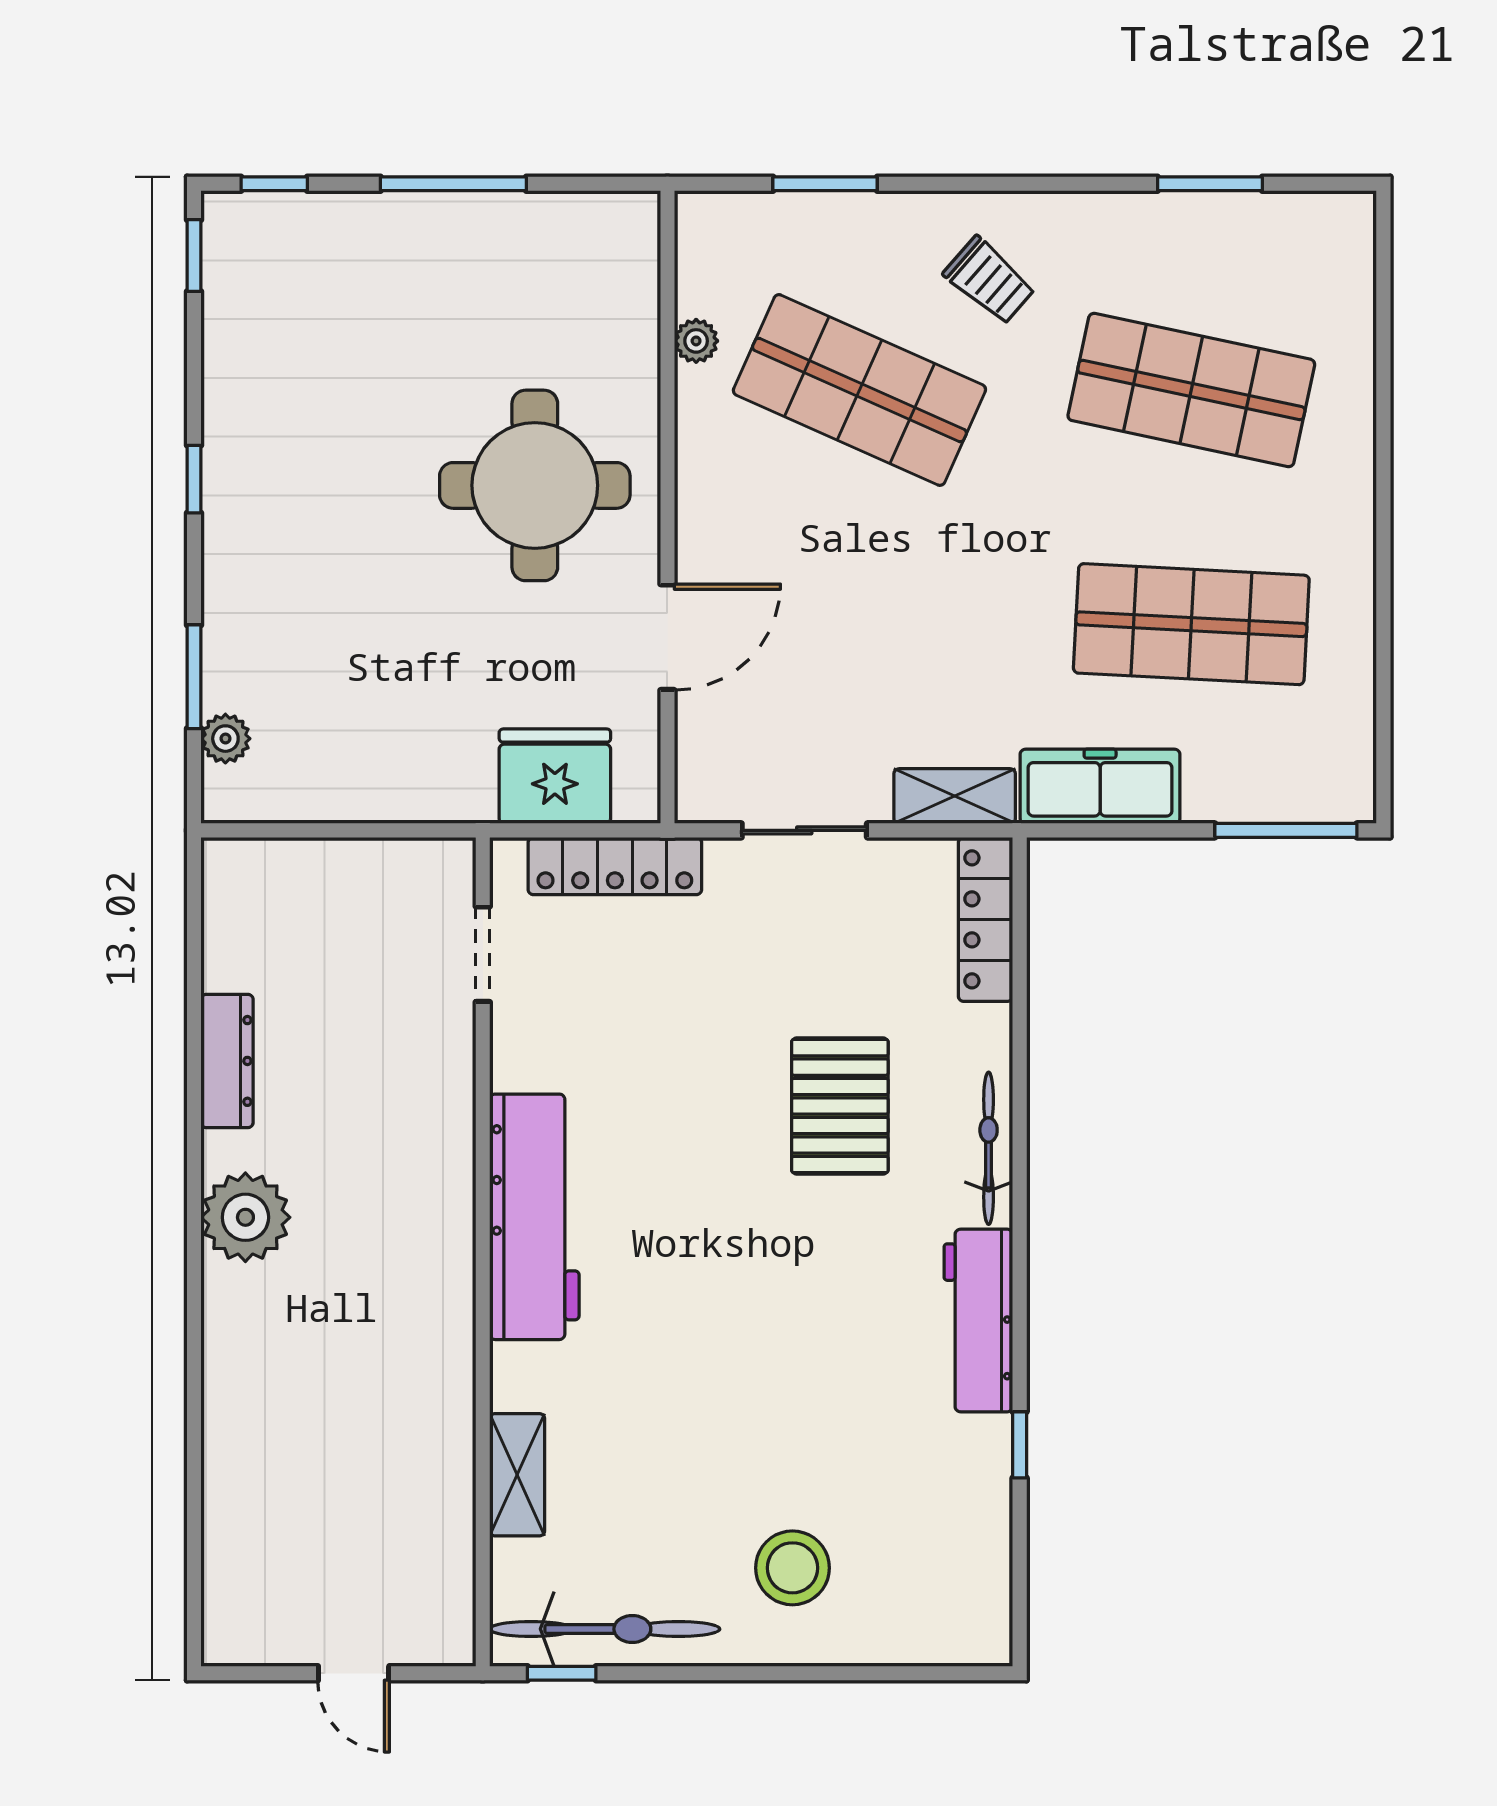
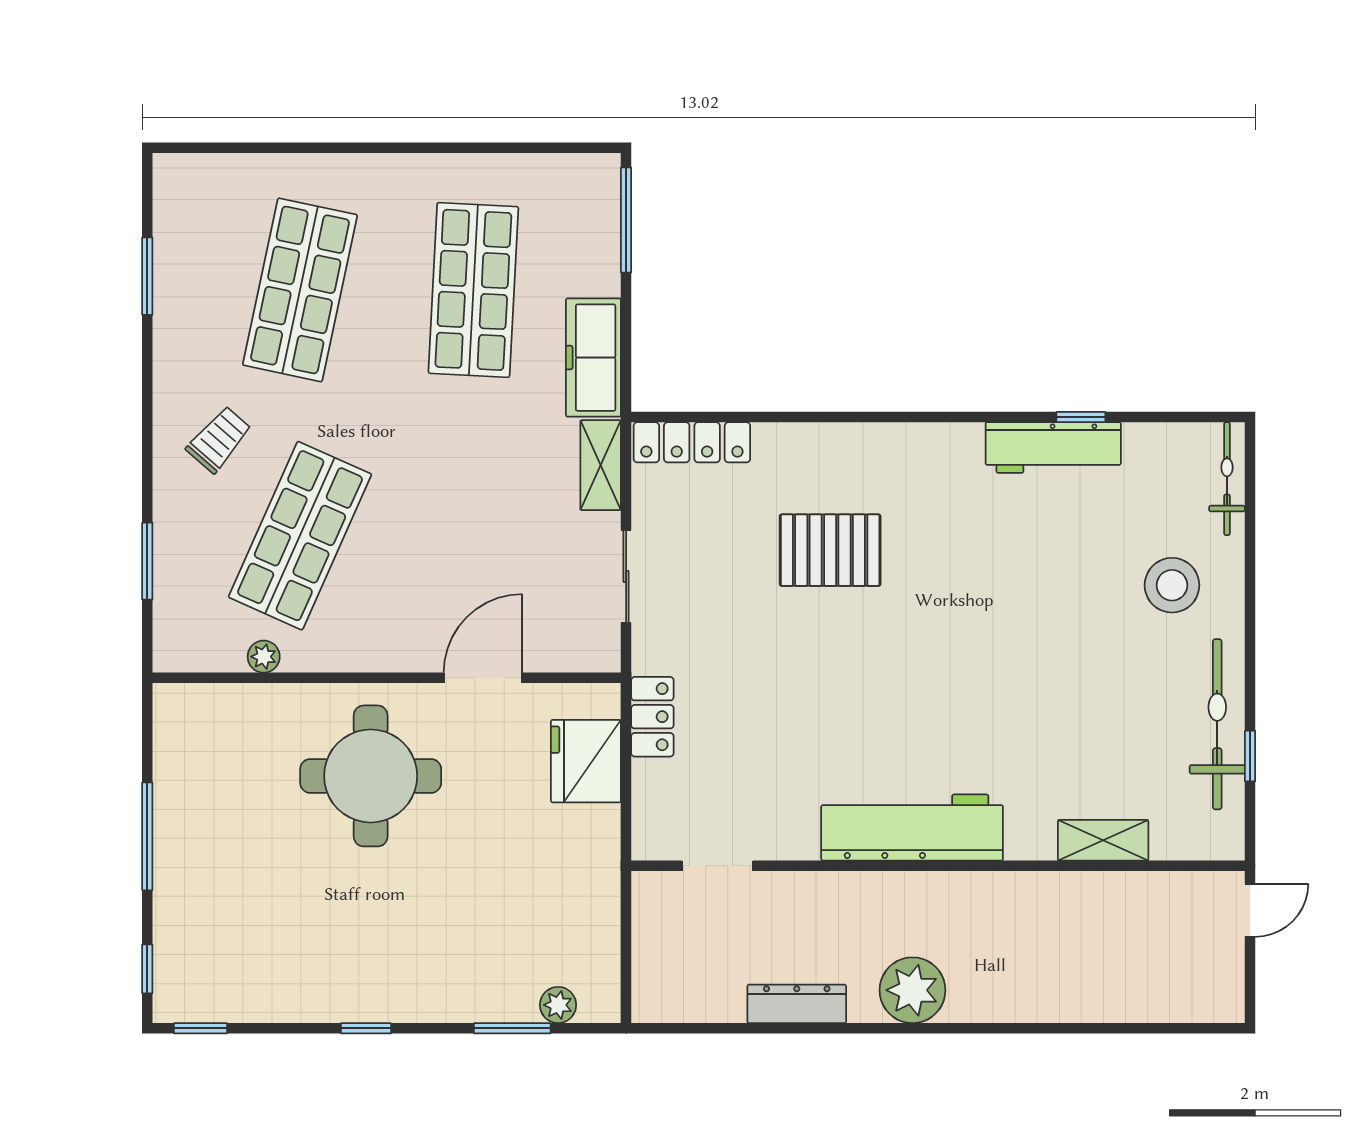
door: (667, 637) -> (483, 678), hinge flipped
locker: (615, 866) -> (652, 717), width x0.66
doorway: (483, 954) -> (718, 866), moved
bicycle: (989, 1148) -> (1227, 479), moved, turned 90
workbench: (534, 1217) -> (912, 828), moved
wall: (483, 1252) -> (938, 866), moved
workbench: (978, 1320) -> (1053, 448), moved
shelving: (517, 1475) -> (1103, 840), moved

